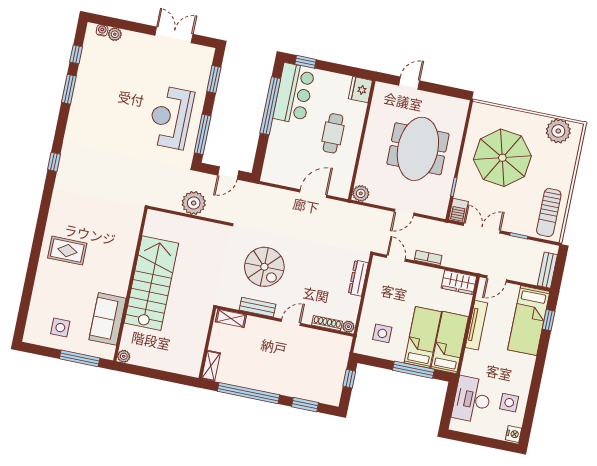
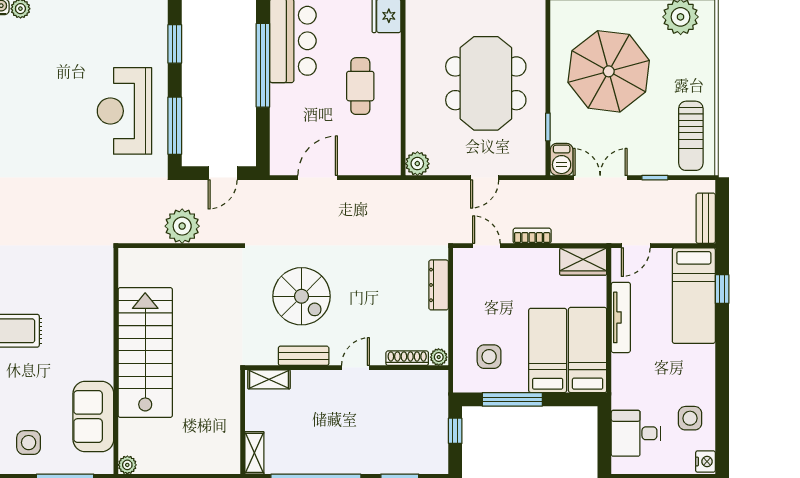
door: (313, 194) -> (318, 178), moved
window: (413, 370) -> (512, 399), moved
desk: (472, 400) -> (636, 433), width x0.73

